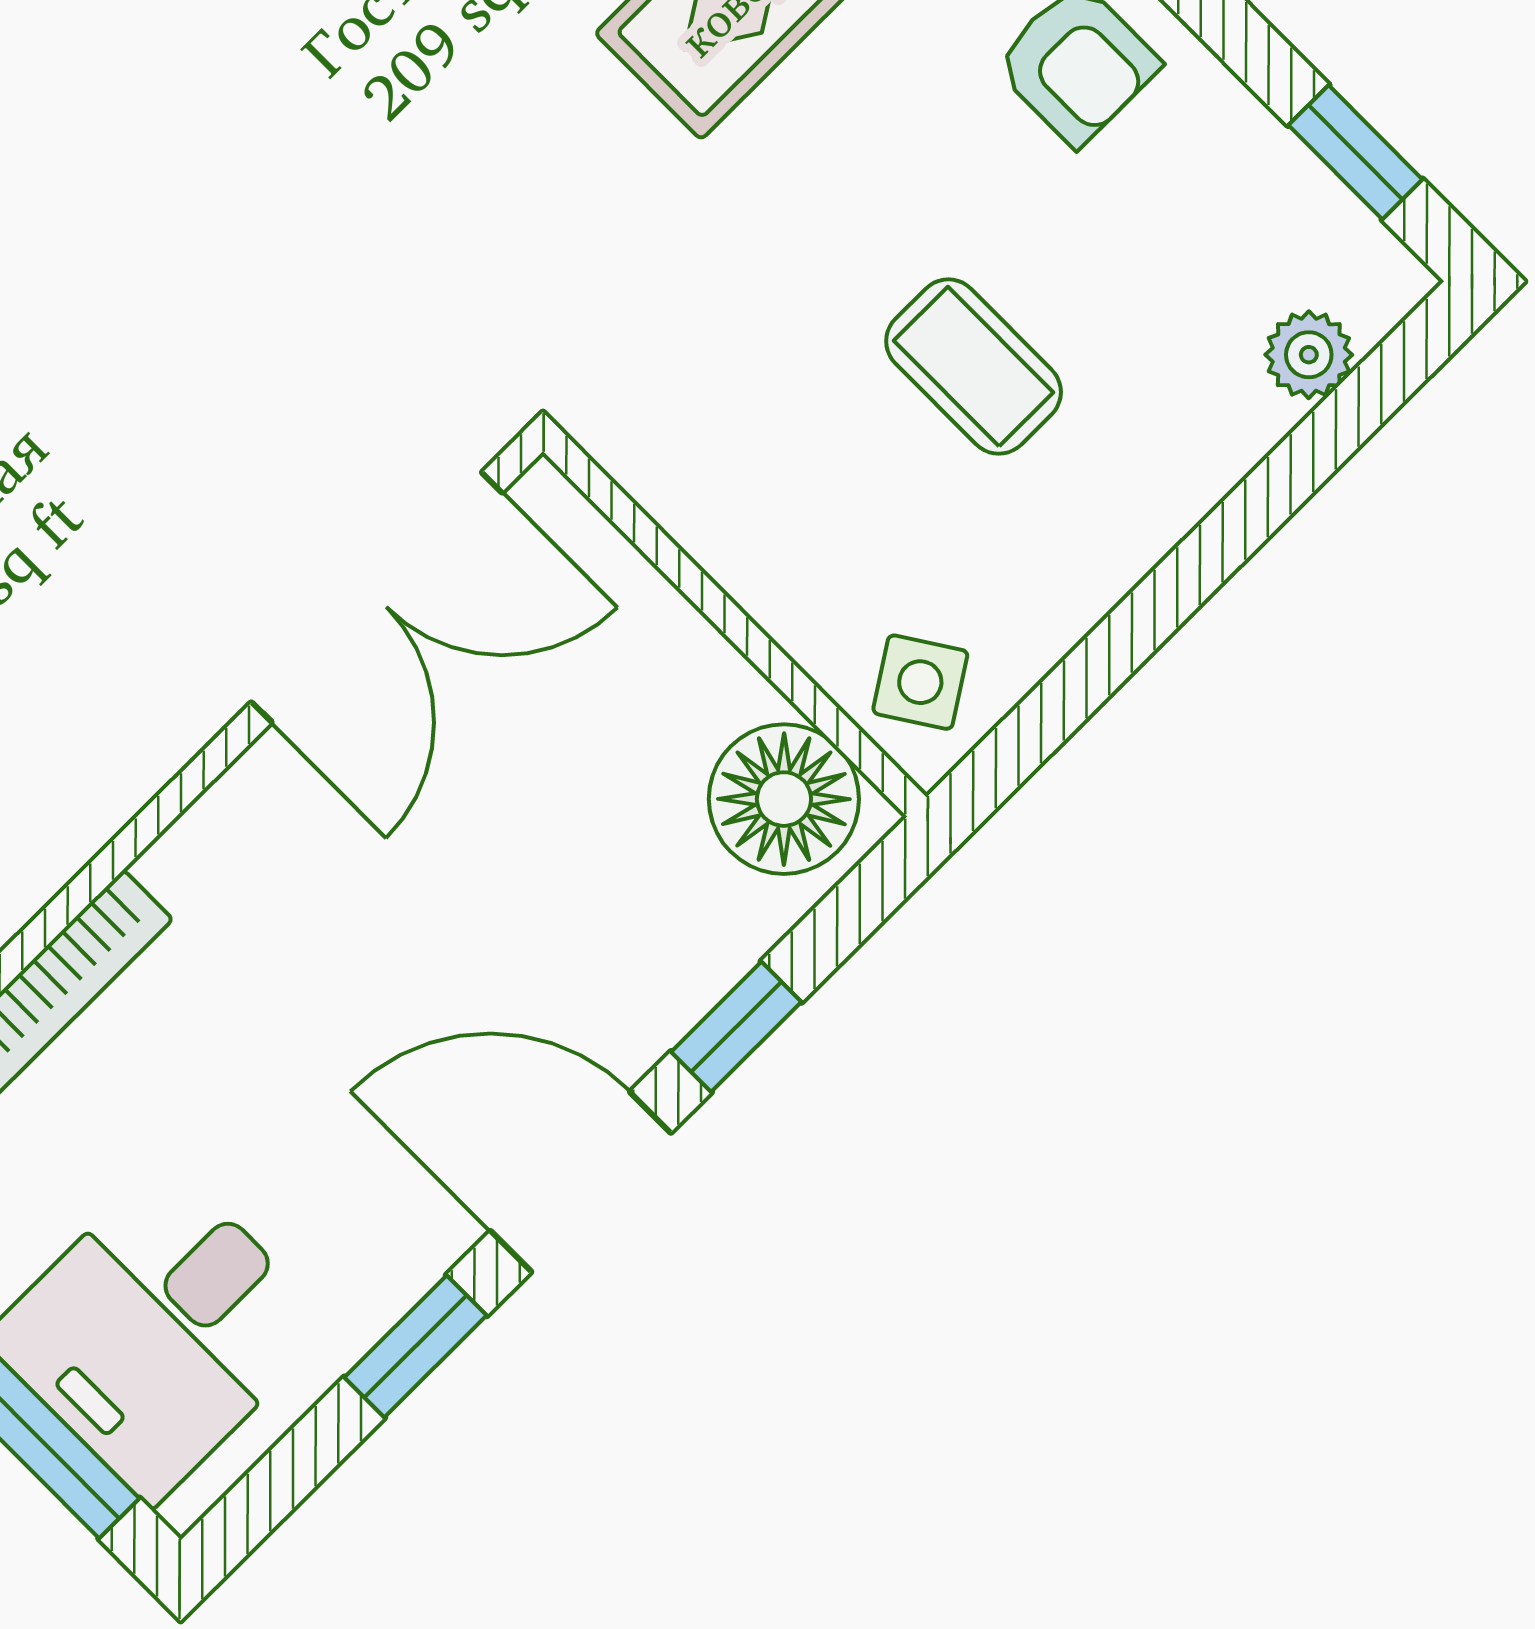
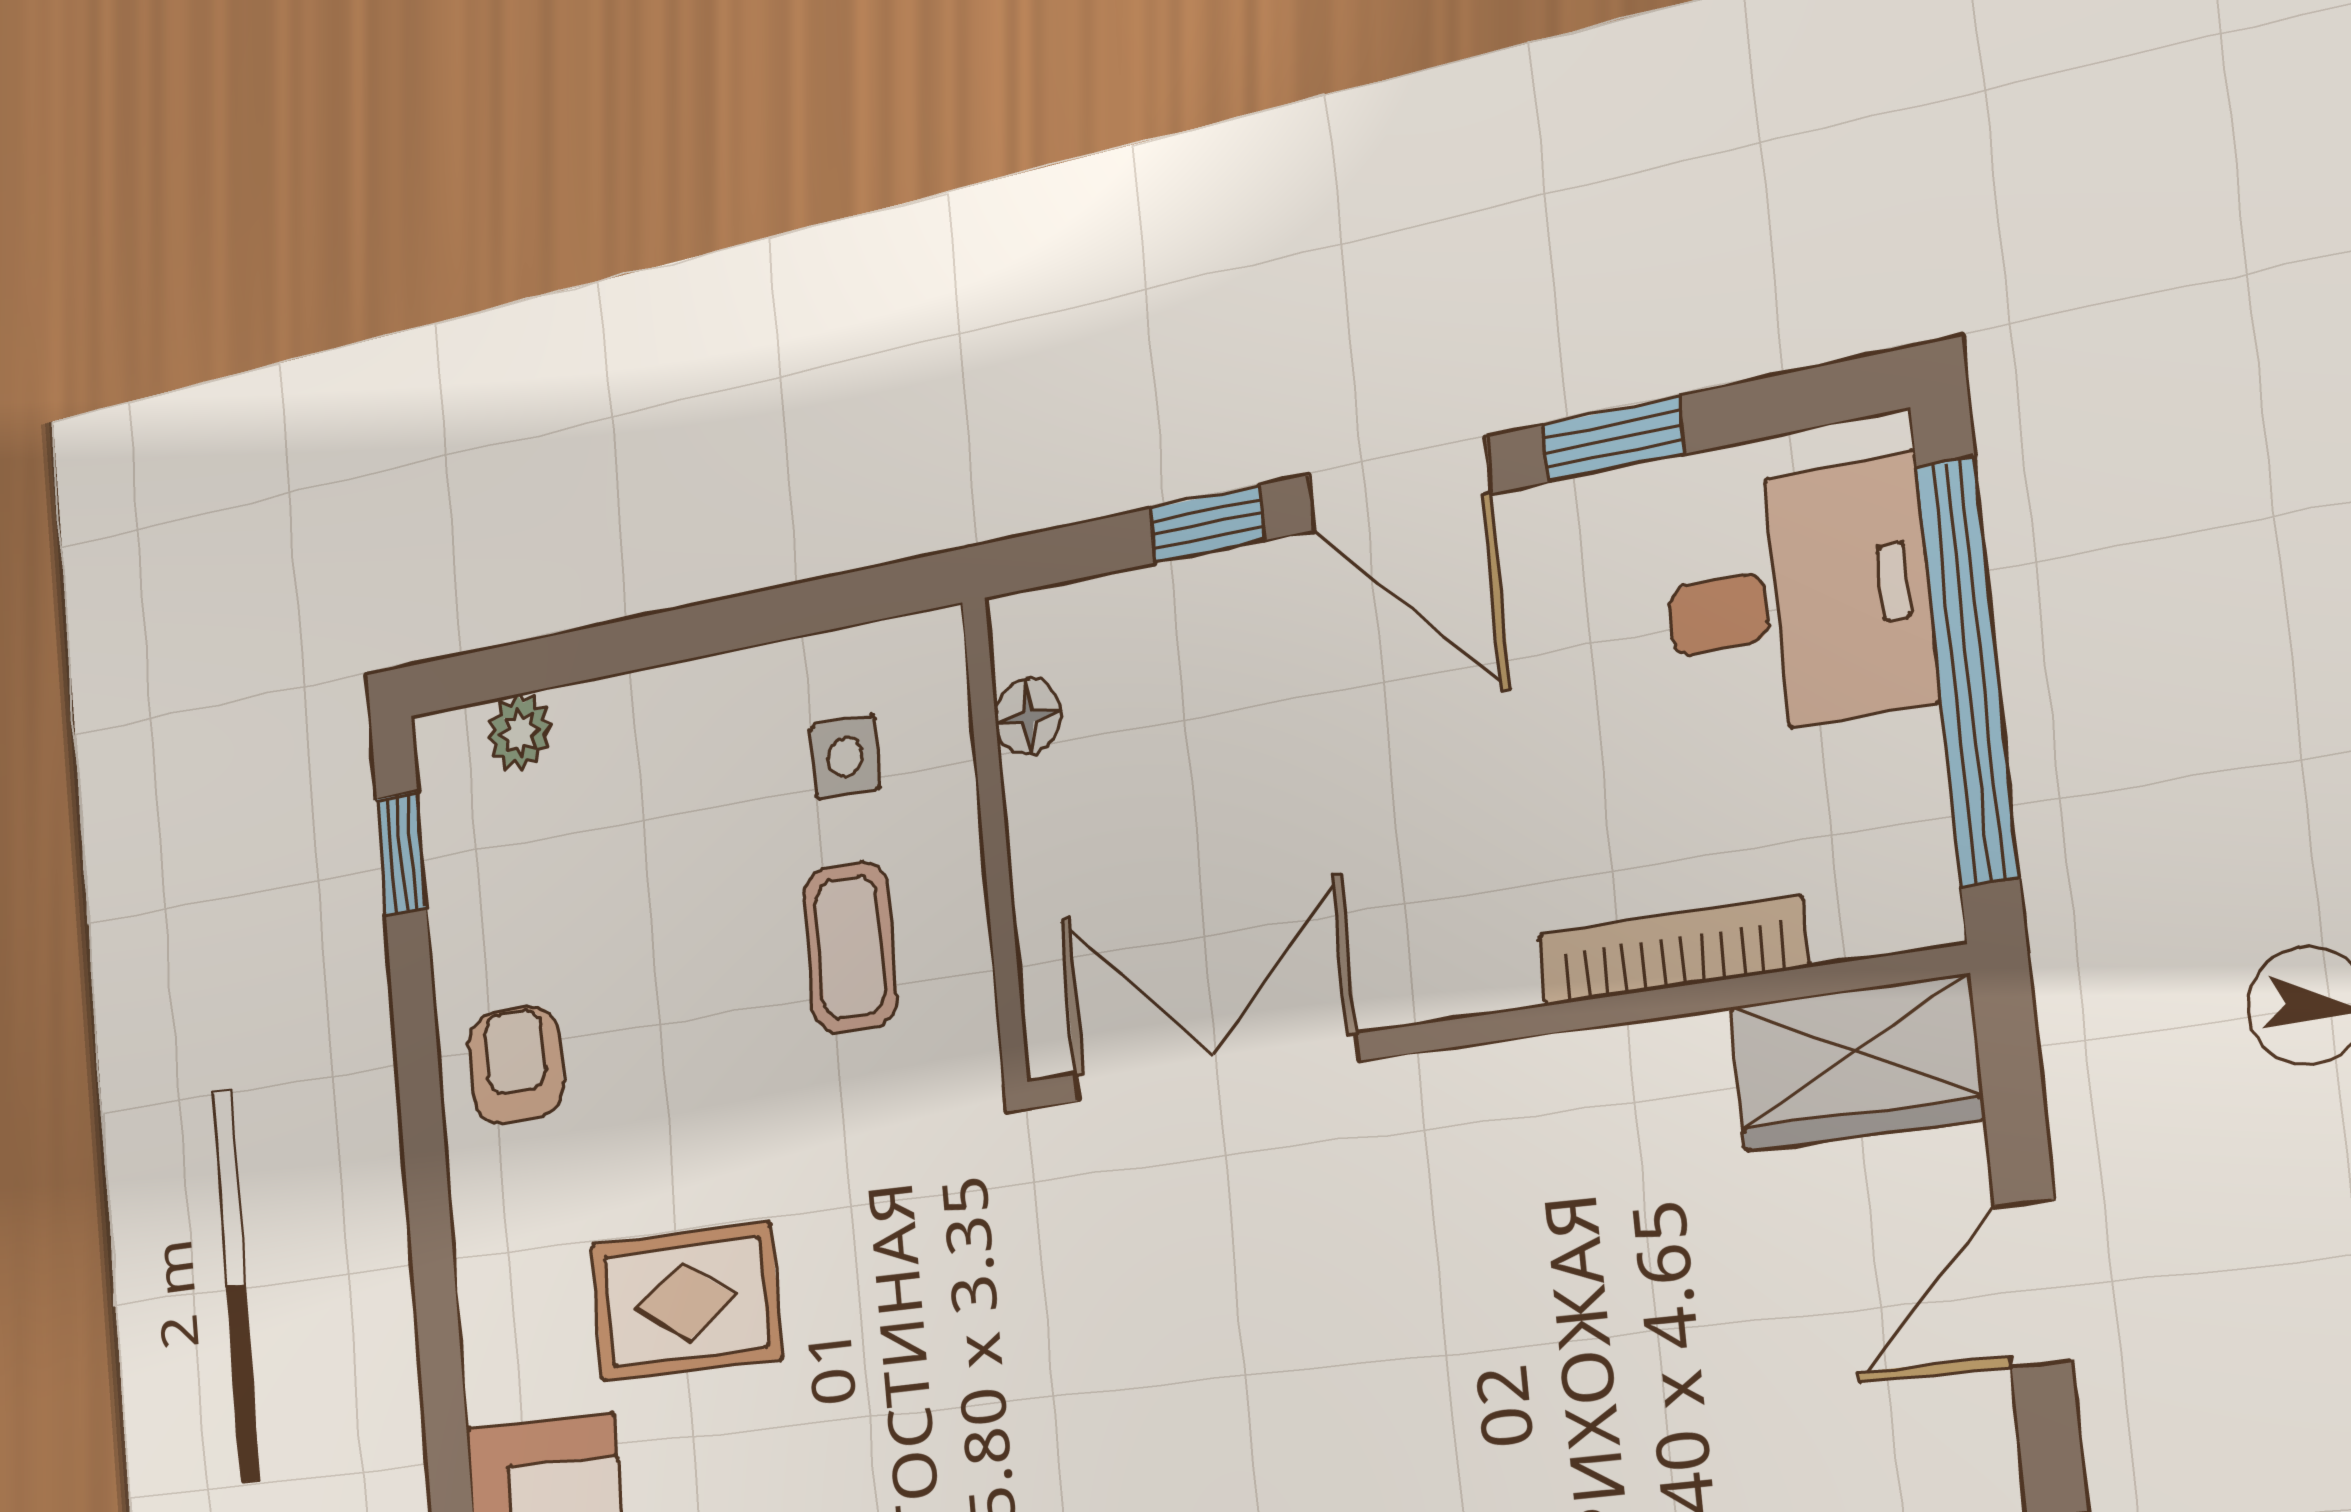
coffee table: (974, 367) -> (850, 947), moved
side table: (920, 682) -> (845, 757), moved, turned 33
floor lamp: (784, 799) -> (1028, 717), width x0.53, depth x0.53

